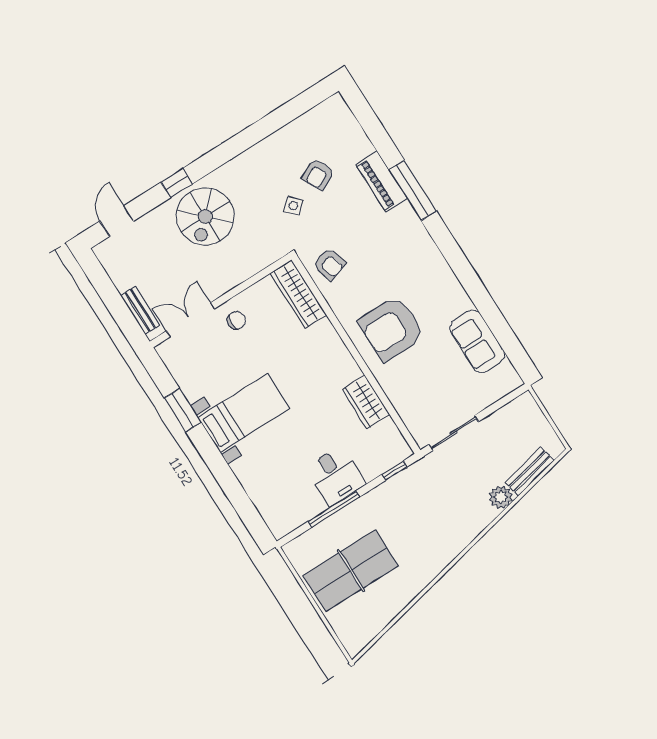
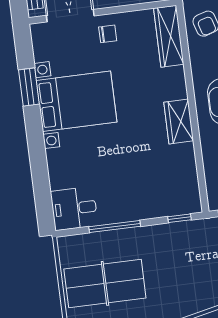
wardrobe: (366, 402) -> (179, 121), moved
bed with nightstands: (244, 413) -> (77, 101), width x1.36
desk: (336, 476) -> (74, 208), moved, turned 90

